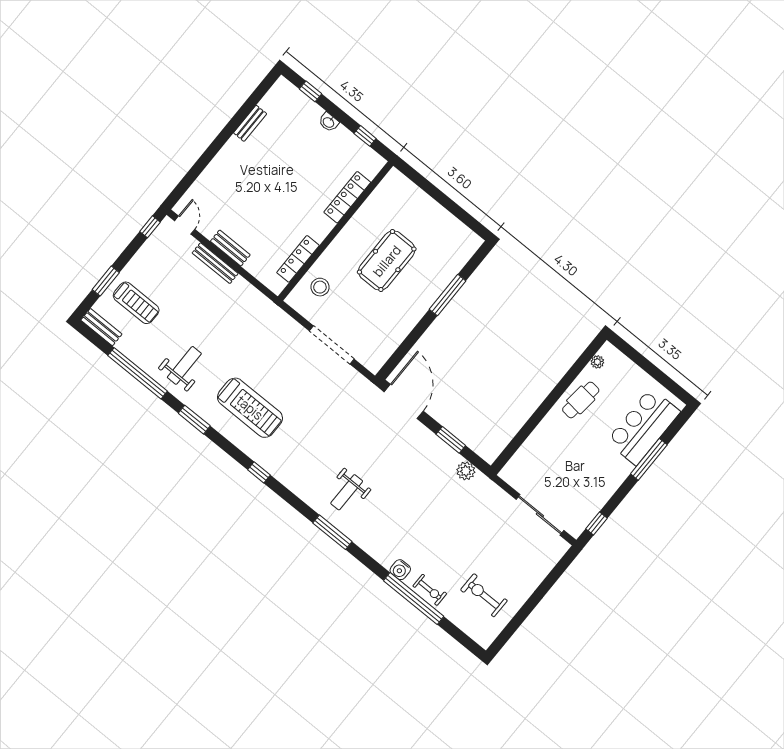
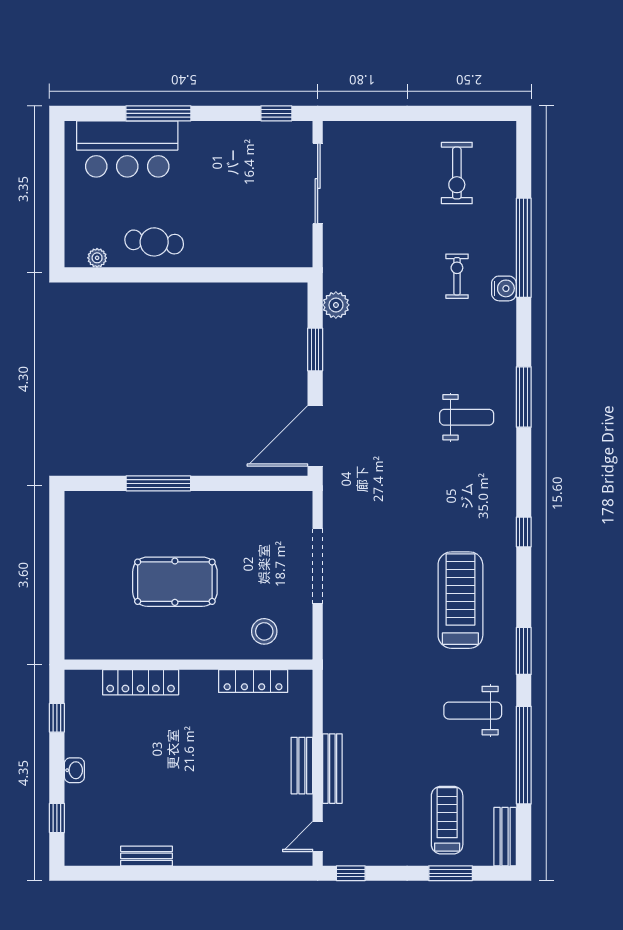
exercise bike: (430, 590) -> (457, 276), moved

